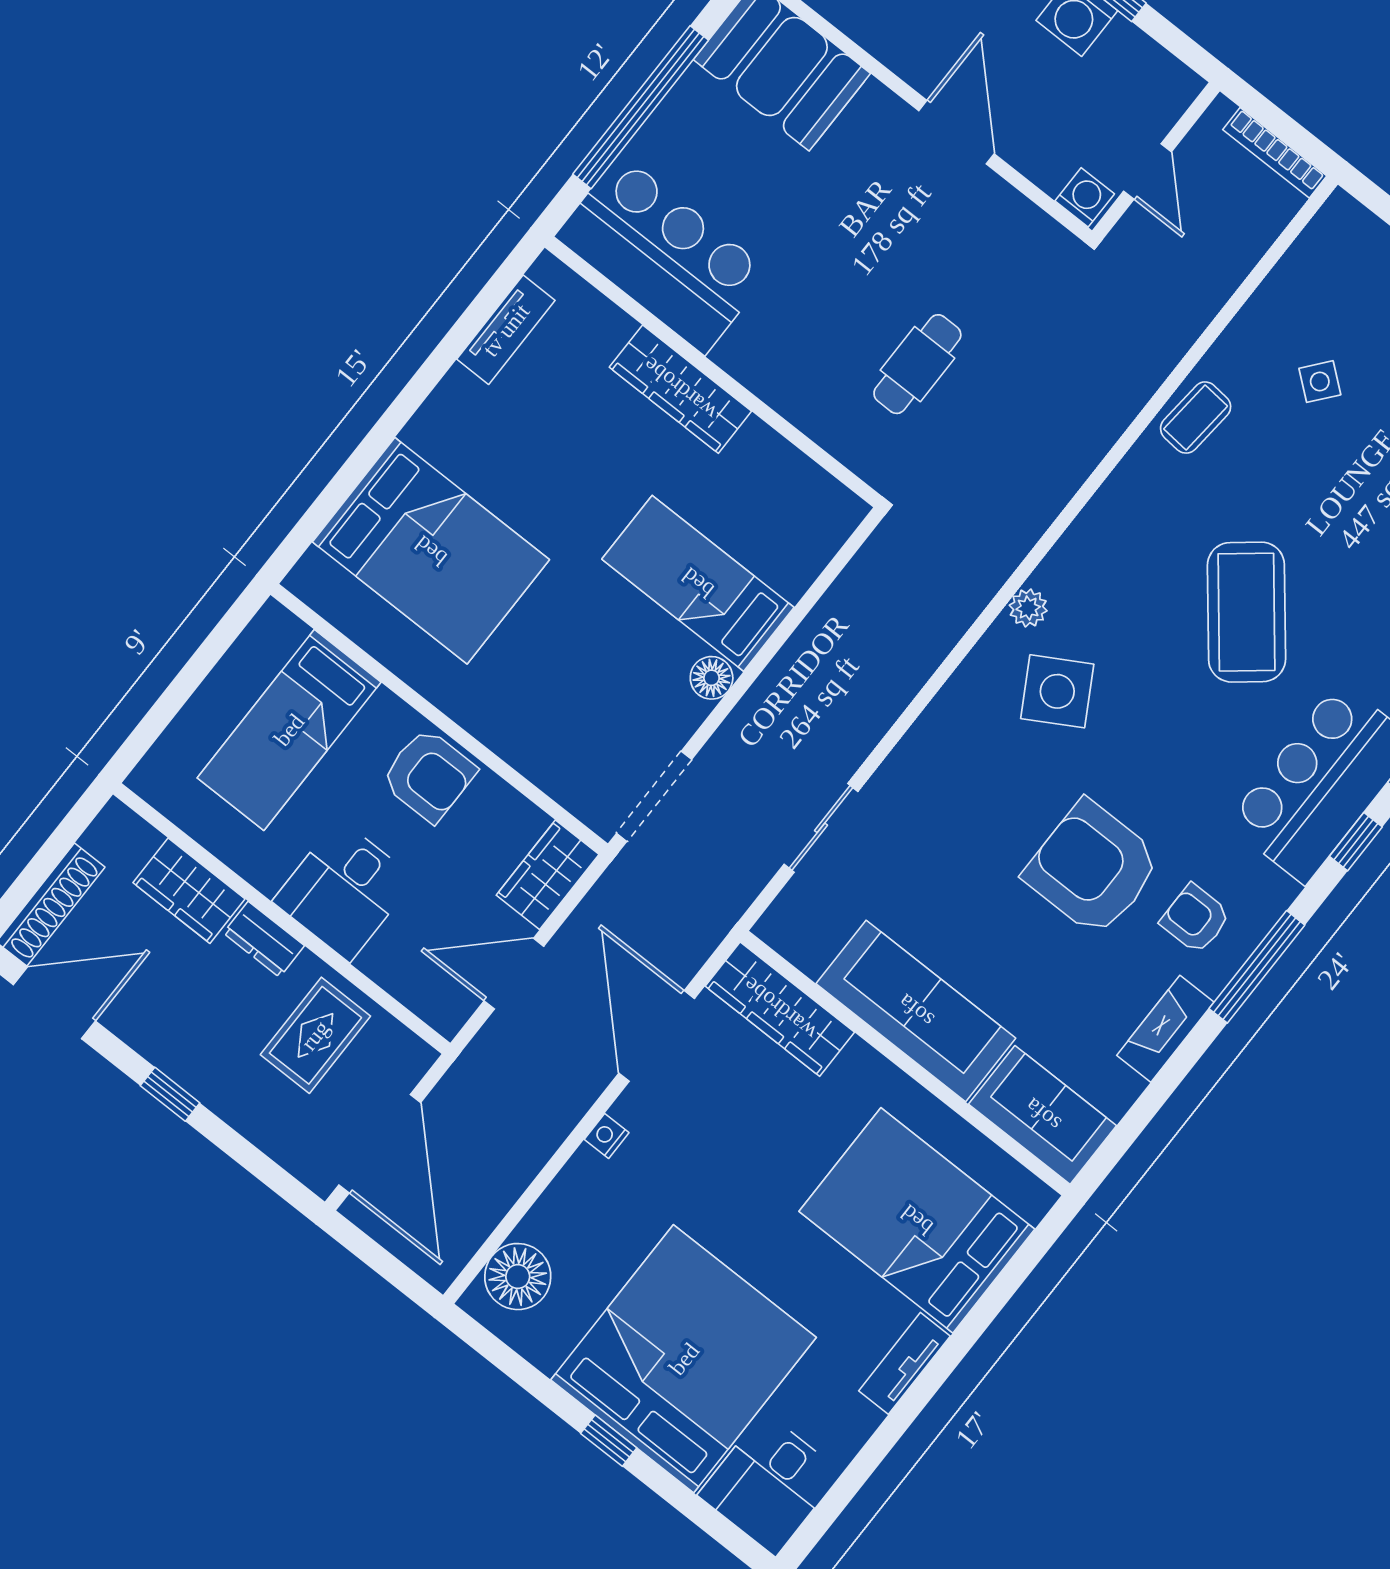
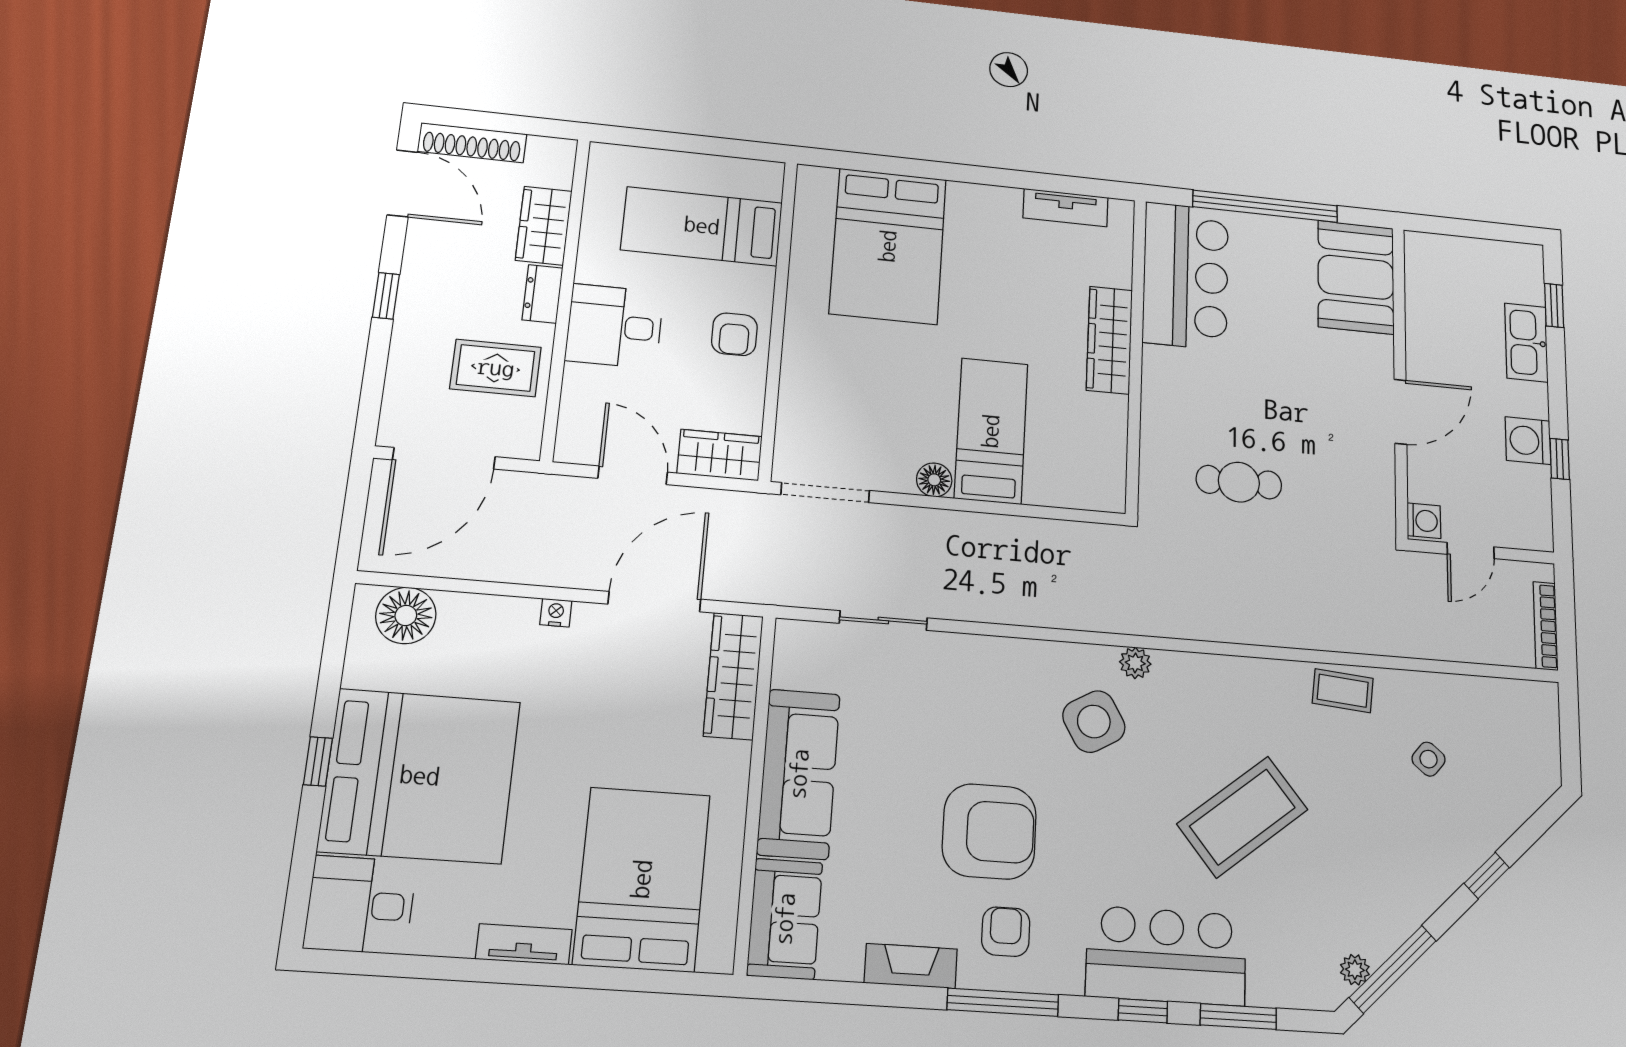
armchair: (429, 775) -> (734, 334), width x0.72, depth x0.72
armchair: (1093, 868) -> (989, 831), turned 90

